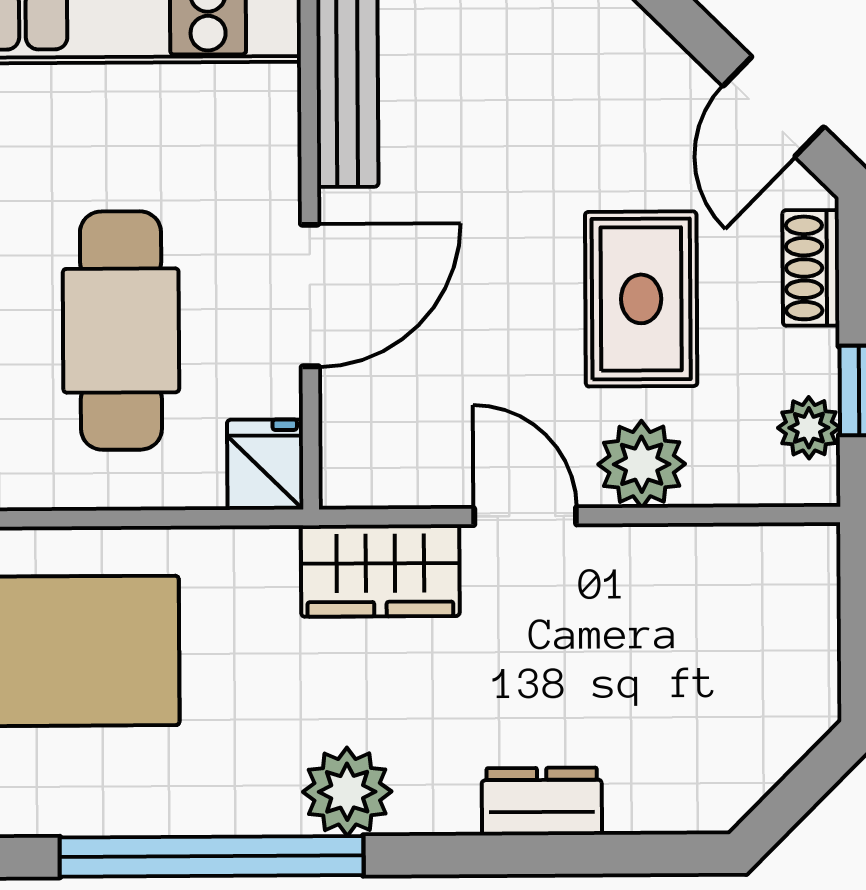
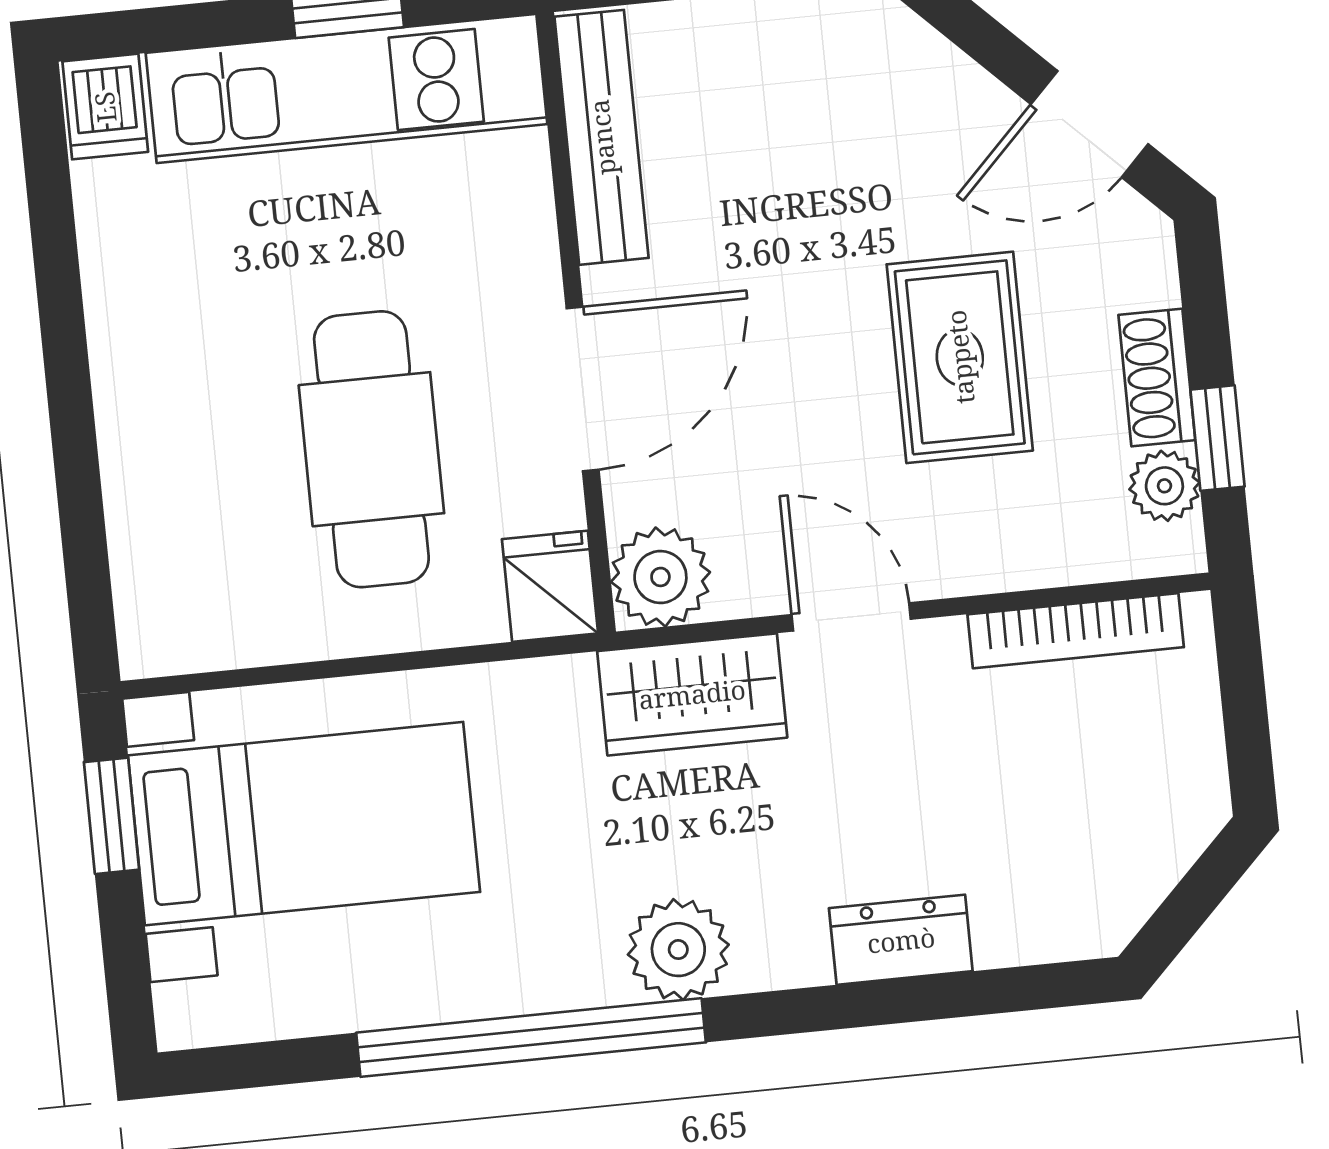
door: (773, 106) -> (1090, 124), hinge flipped
shoe rack: (811, 268) -> (1157, 377), moved
plant: (642, 464) -> (660, 577), moved
bookcase: (720, 547) -> (1076, 631), added

